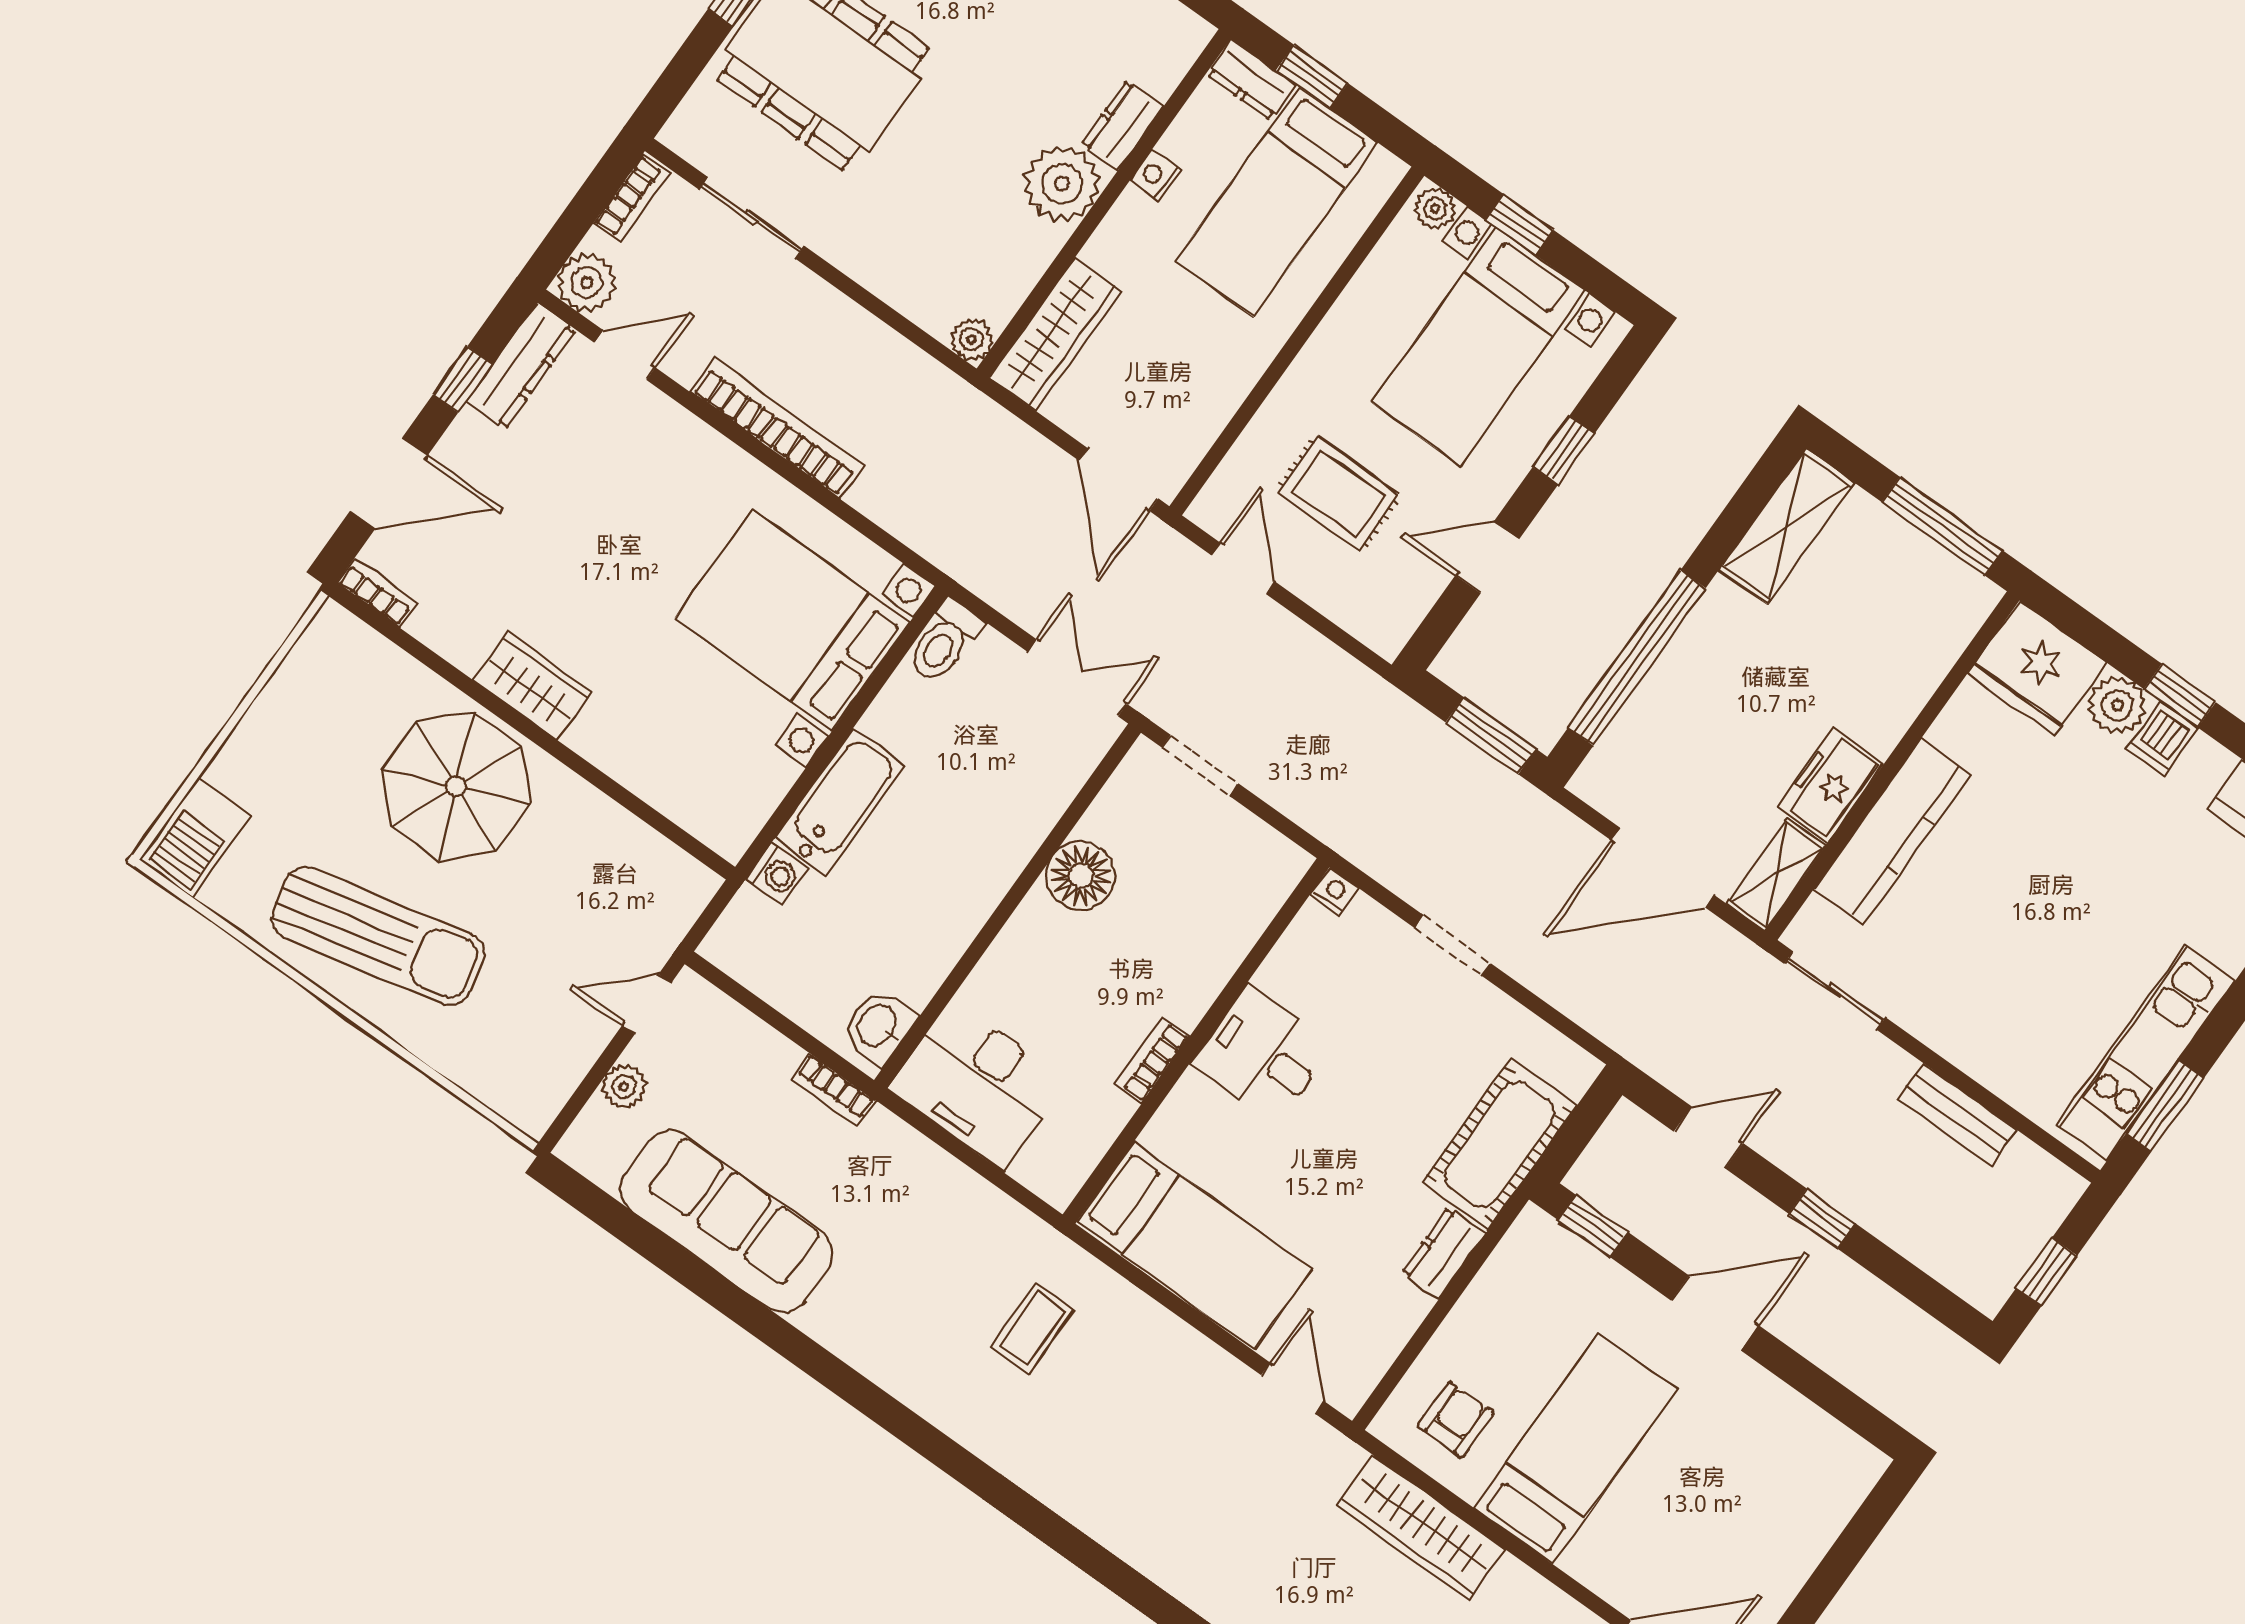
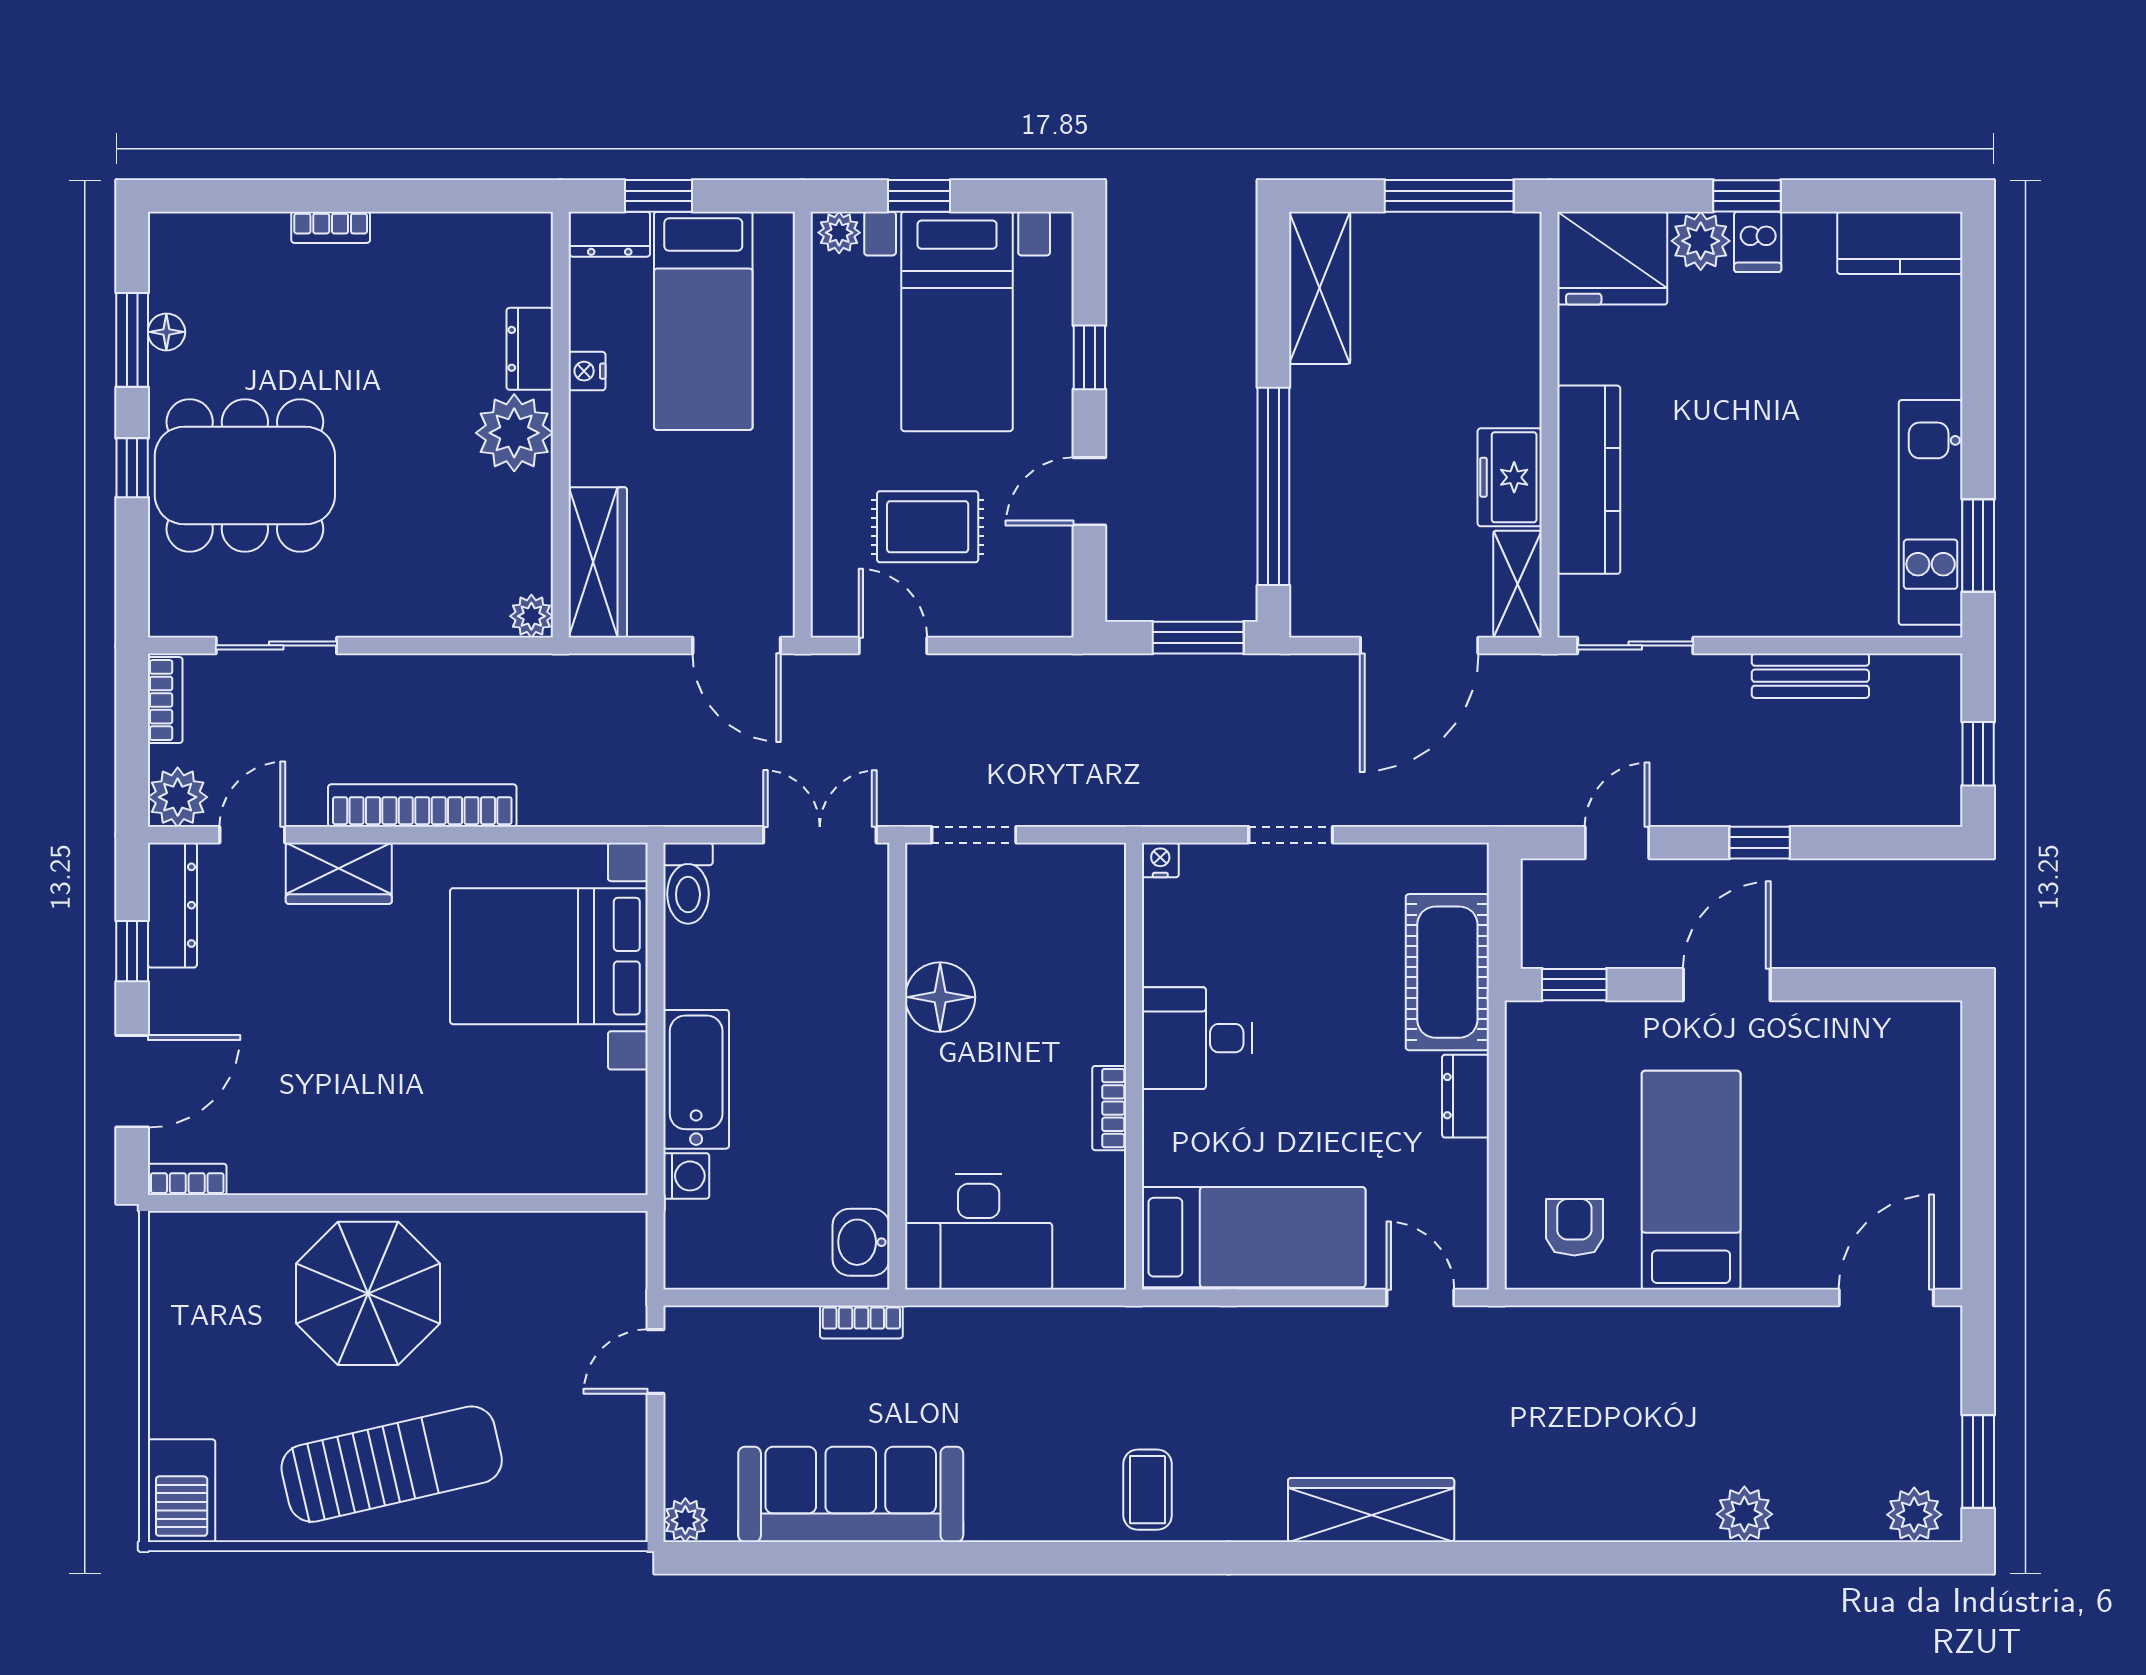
wardrobe: (532, 686) -> (339, 873), moved, turned 180
plant: (624, 1086) -> (685, 1520), moved
coffee table: (1032, 1328) -> (1148, 1490), moved
wardrobe: (1421, 1528) -> (1371, 1510), moved, turned 180

